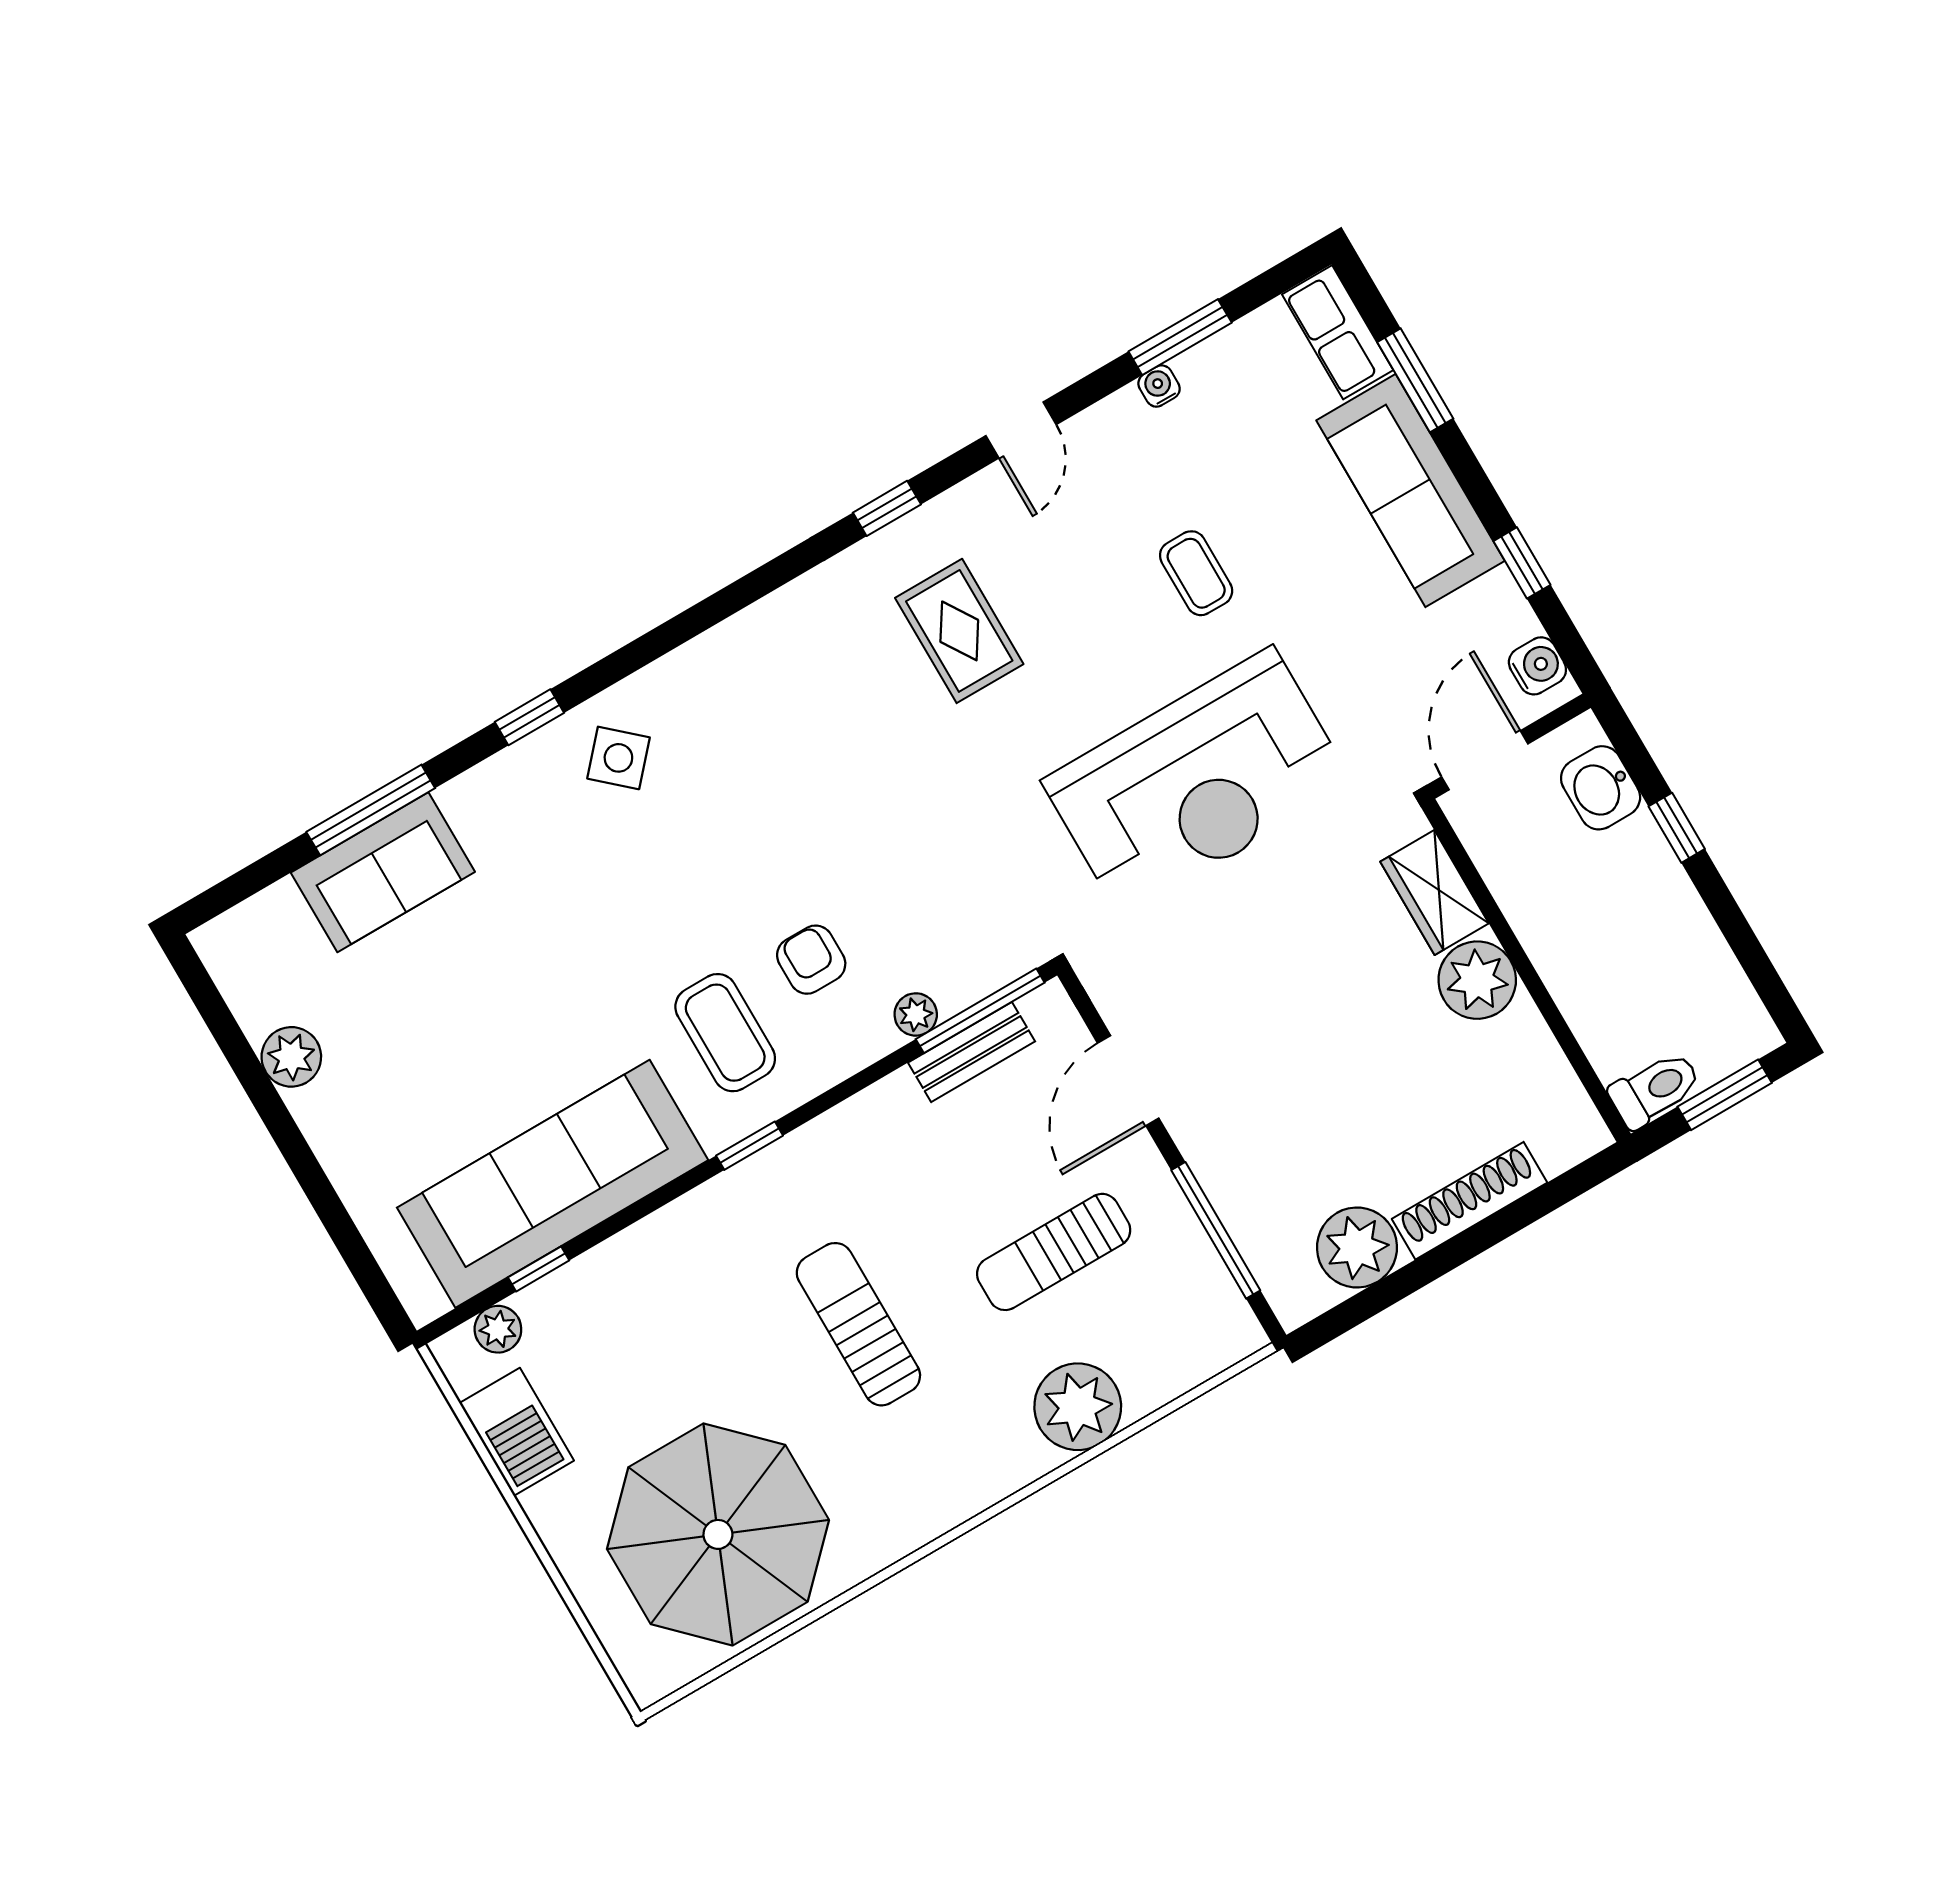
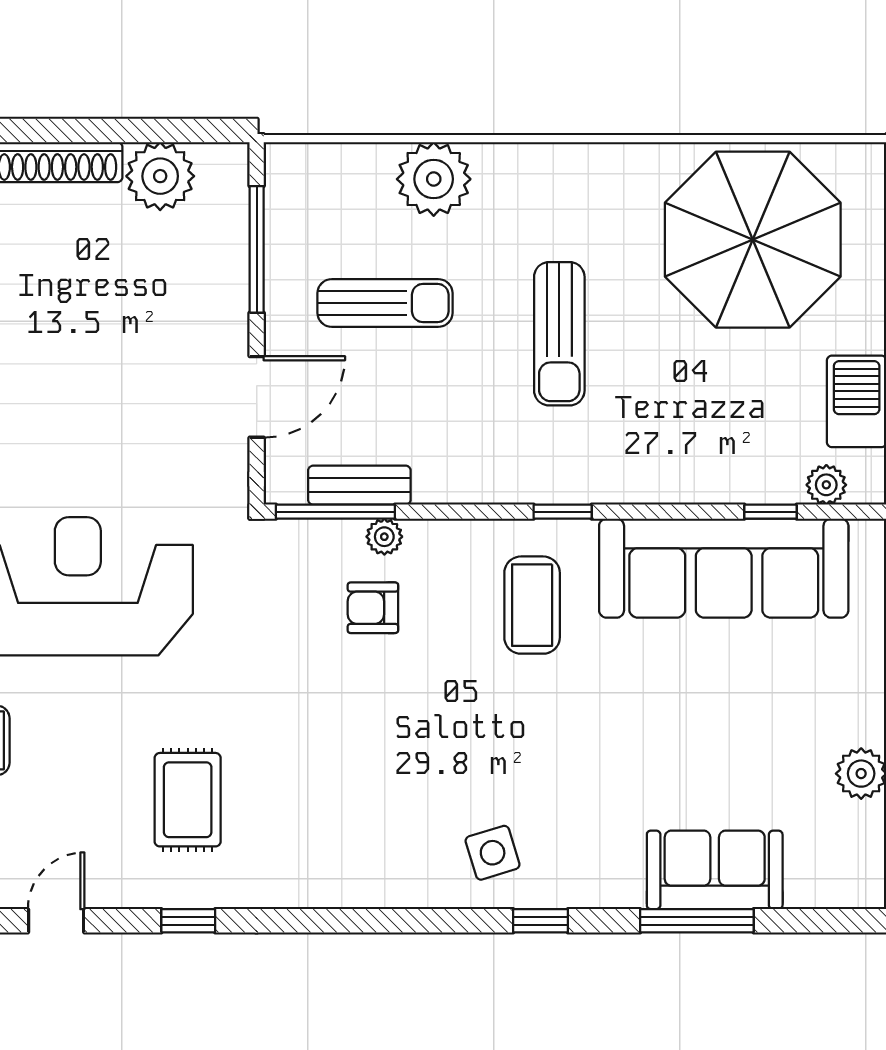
side table: (618, 758) -> (493, 853), turned 31
armchair: (811, 960) -> (373, 608), moved, turned 90

